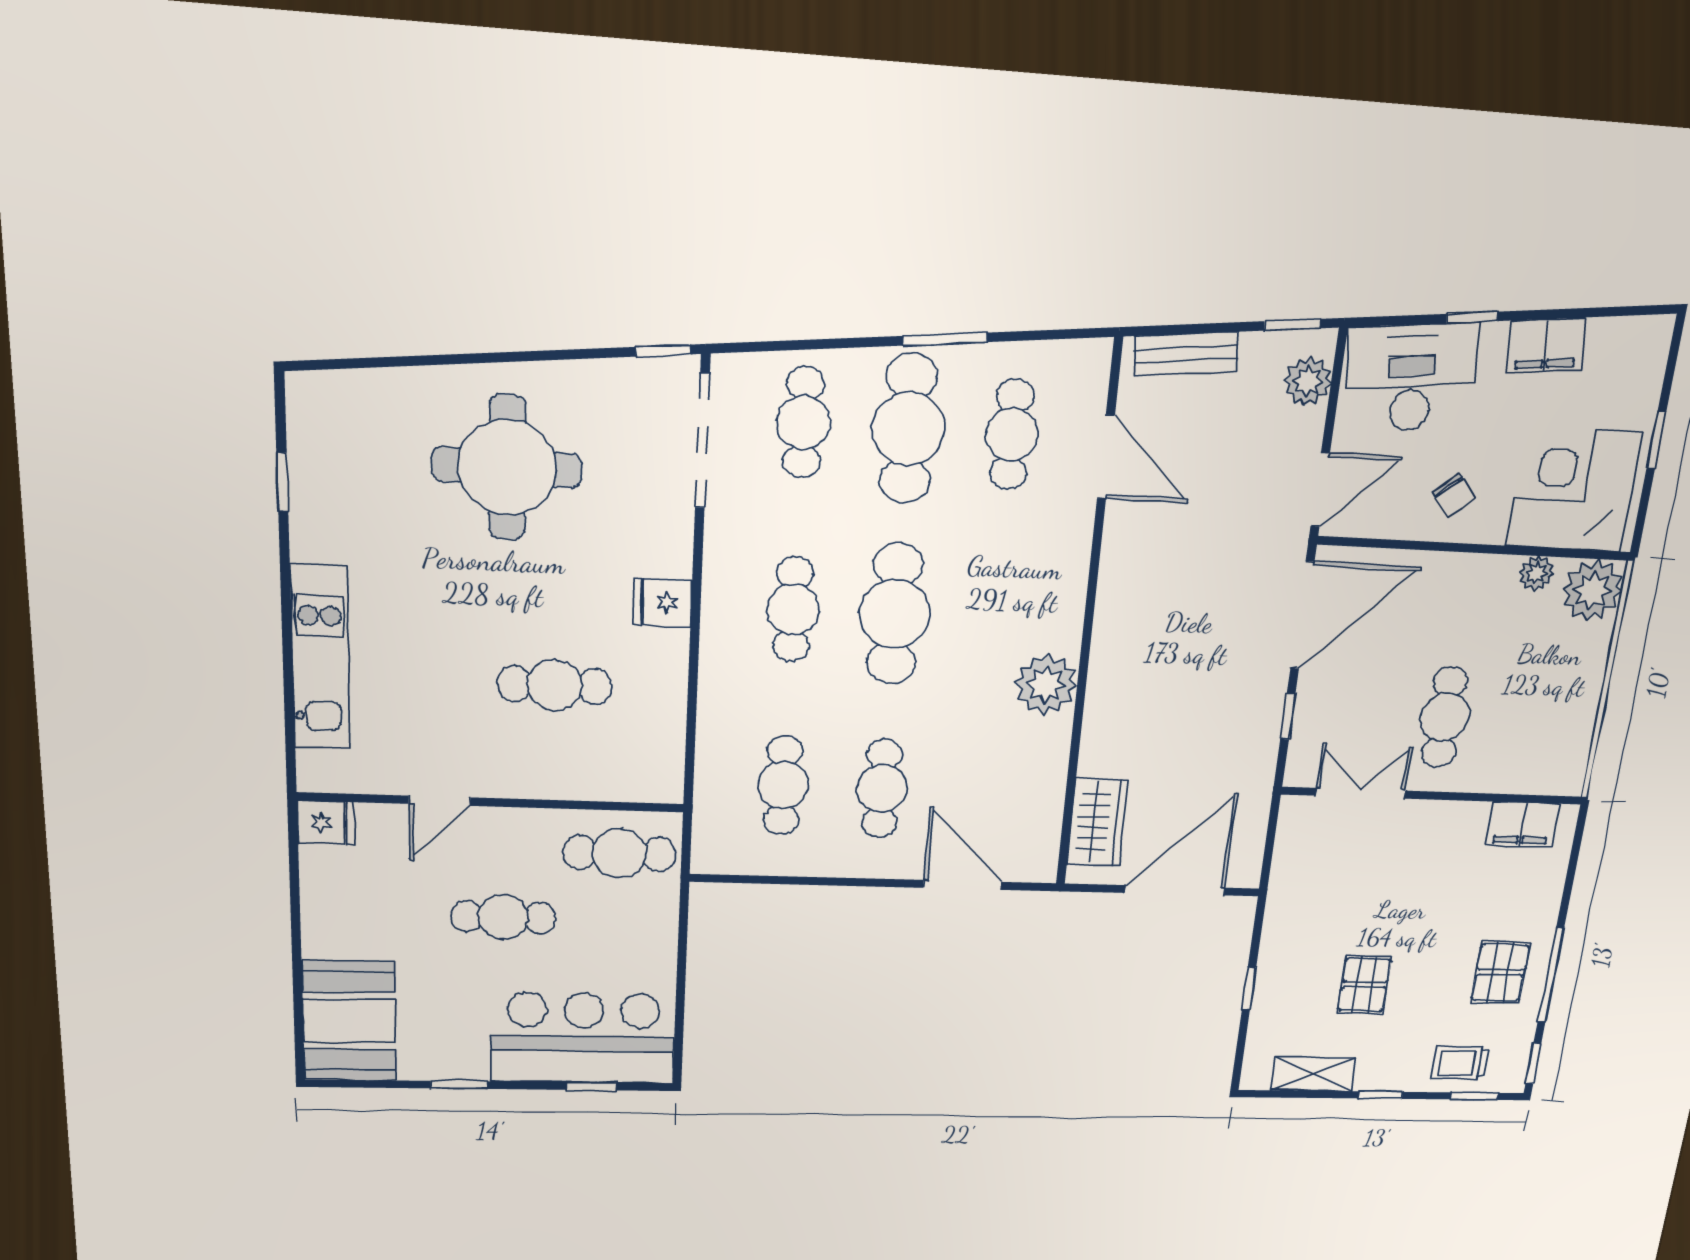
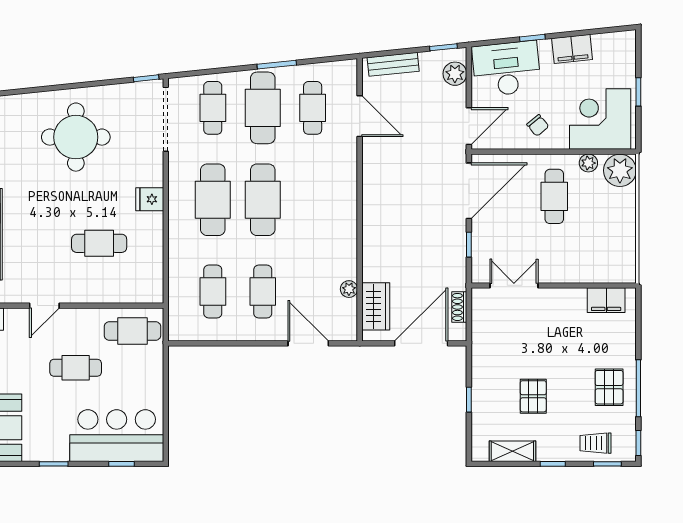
cafe table: (793, 609) -> (213, 200), width x1.37, depth x1.35
plant: (1046, 684) -> (349, 289), moved, width x0.53, depth x0.53
cafe table: (1445, 717) -> (554, 196), moved
shoe rack: (1254, 828) -> (459, 307), added

